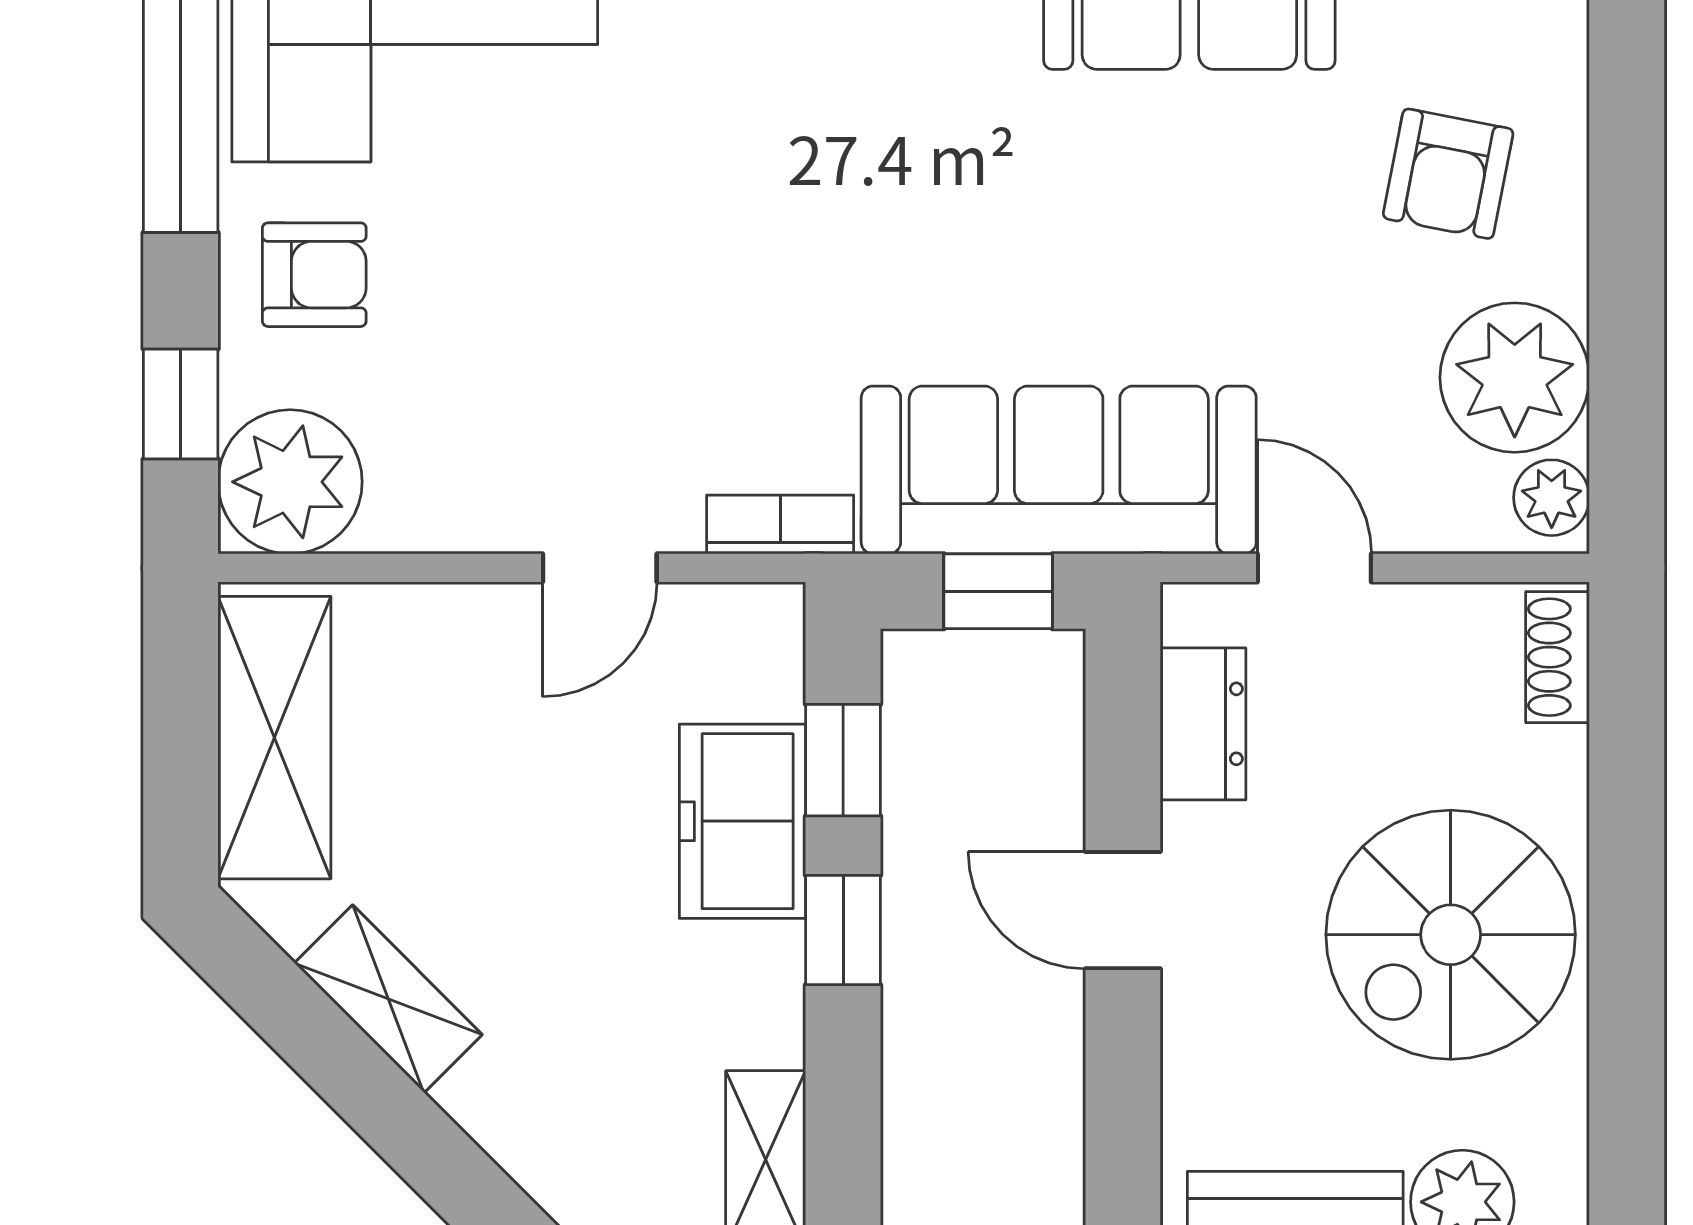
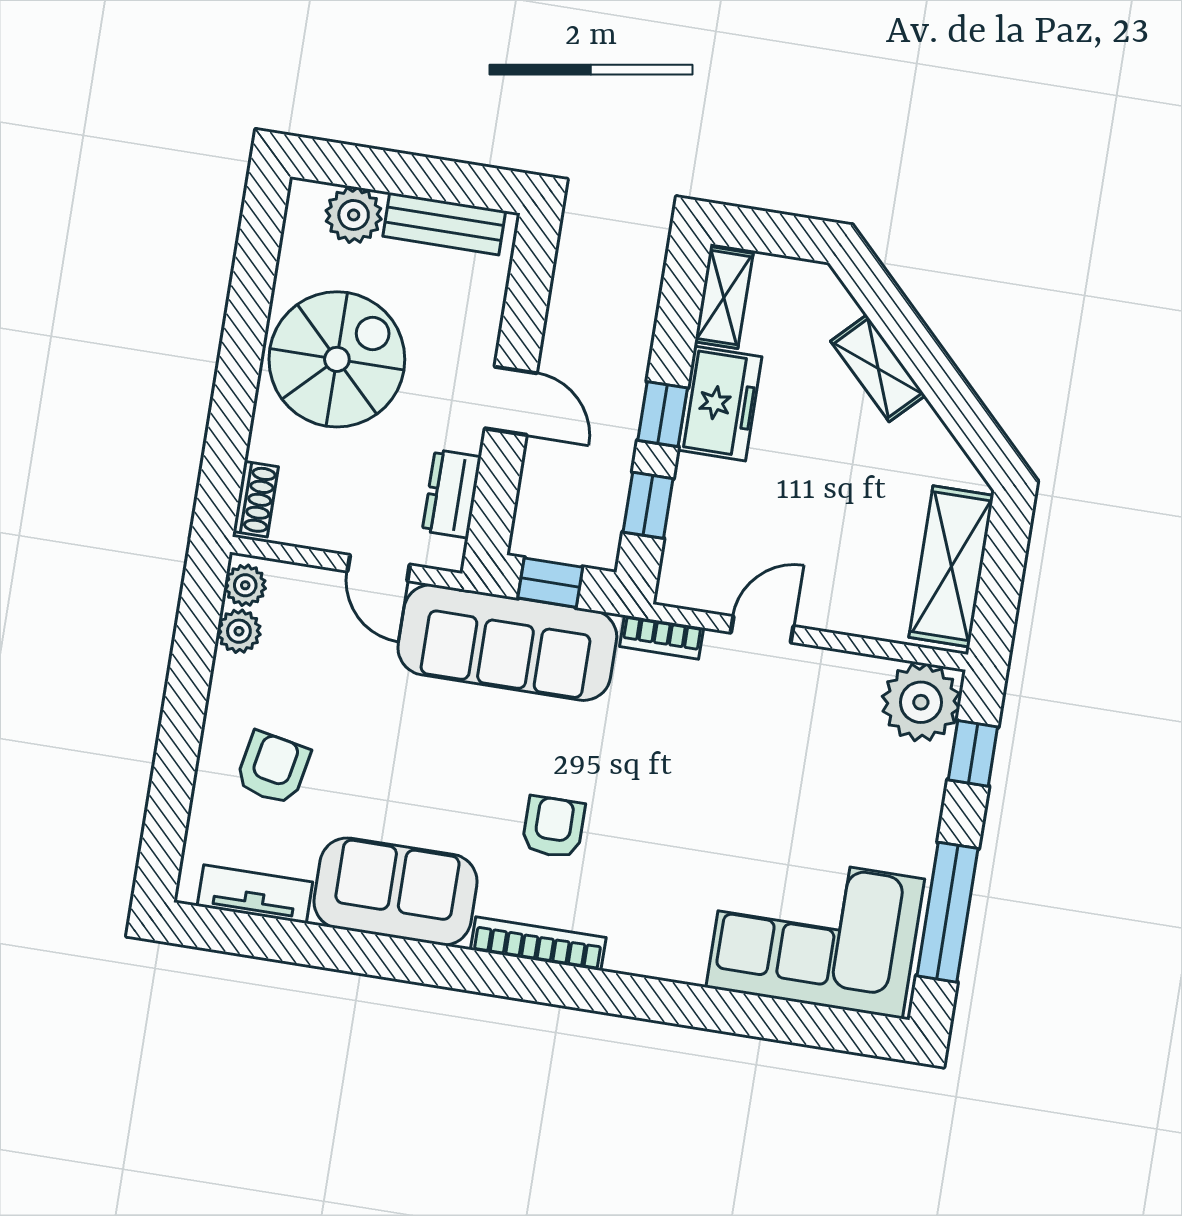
armchair: (314, 275) -> (553, 827), moved, turned 90
plant: (1515, 378) -> (239, 631), width x0.53, depth x0.53
freezer: (742, 821) -> (720, 403), moved
shelving: (388, 999) -> (878, 368), moved

